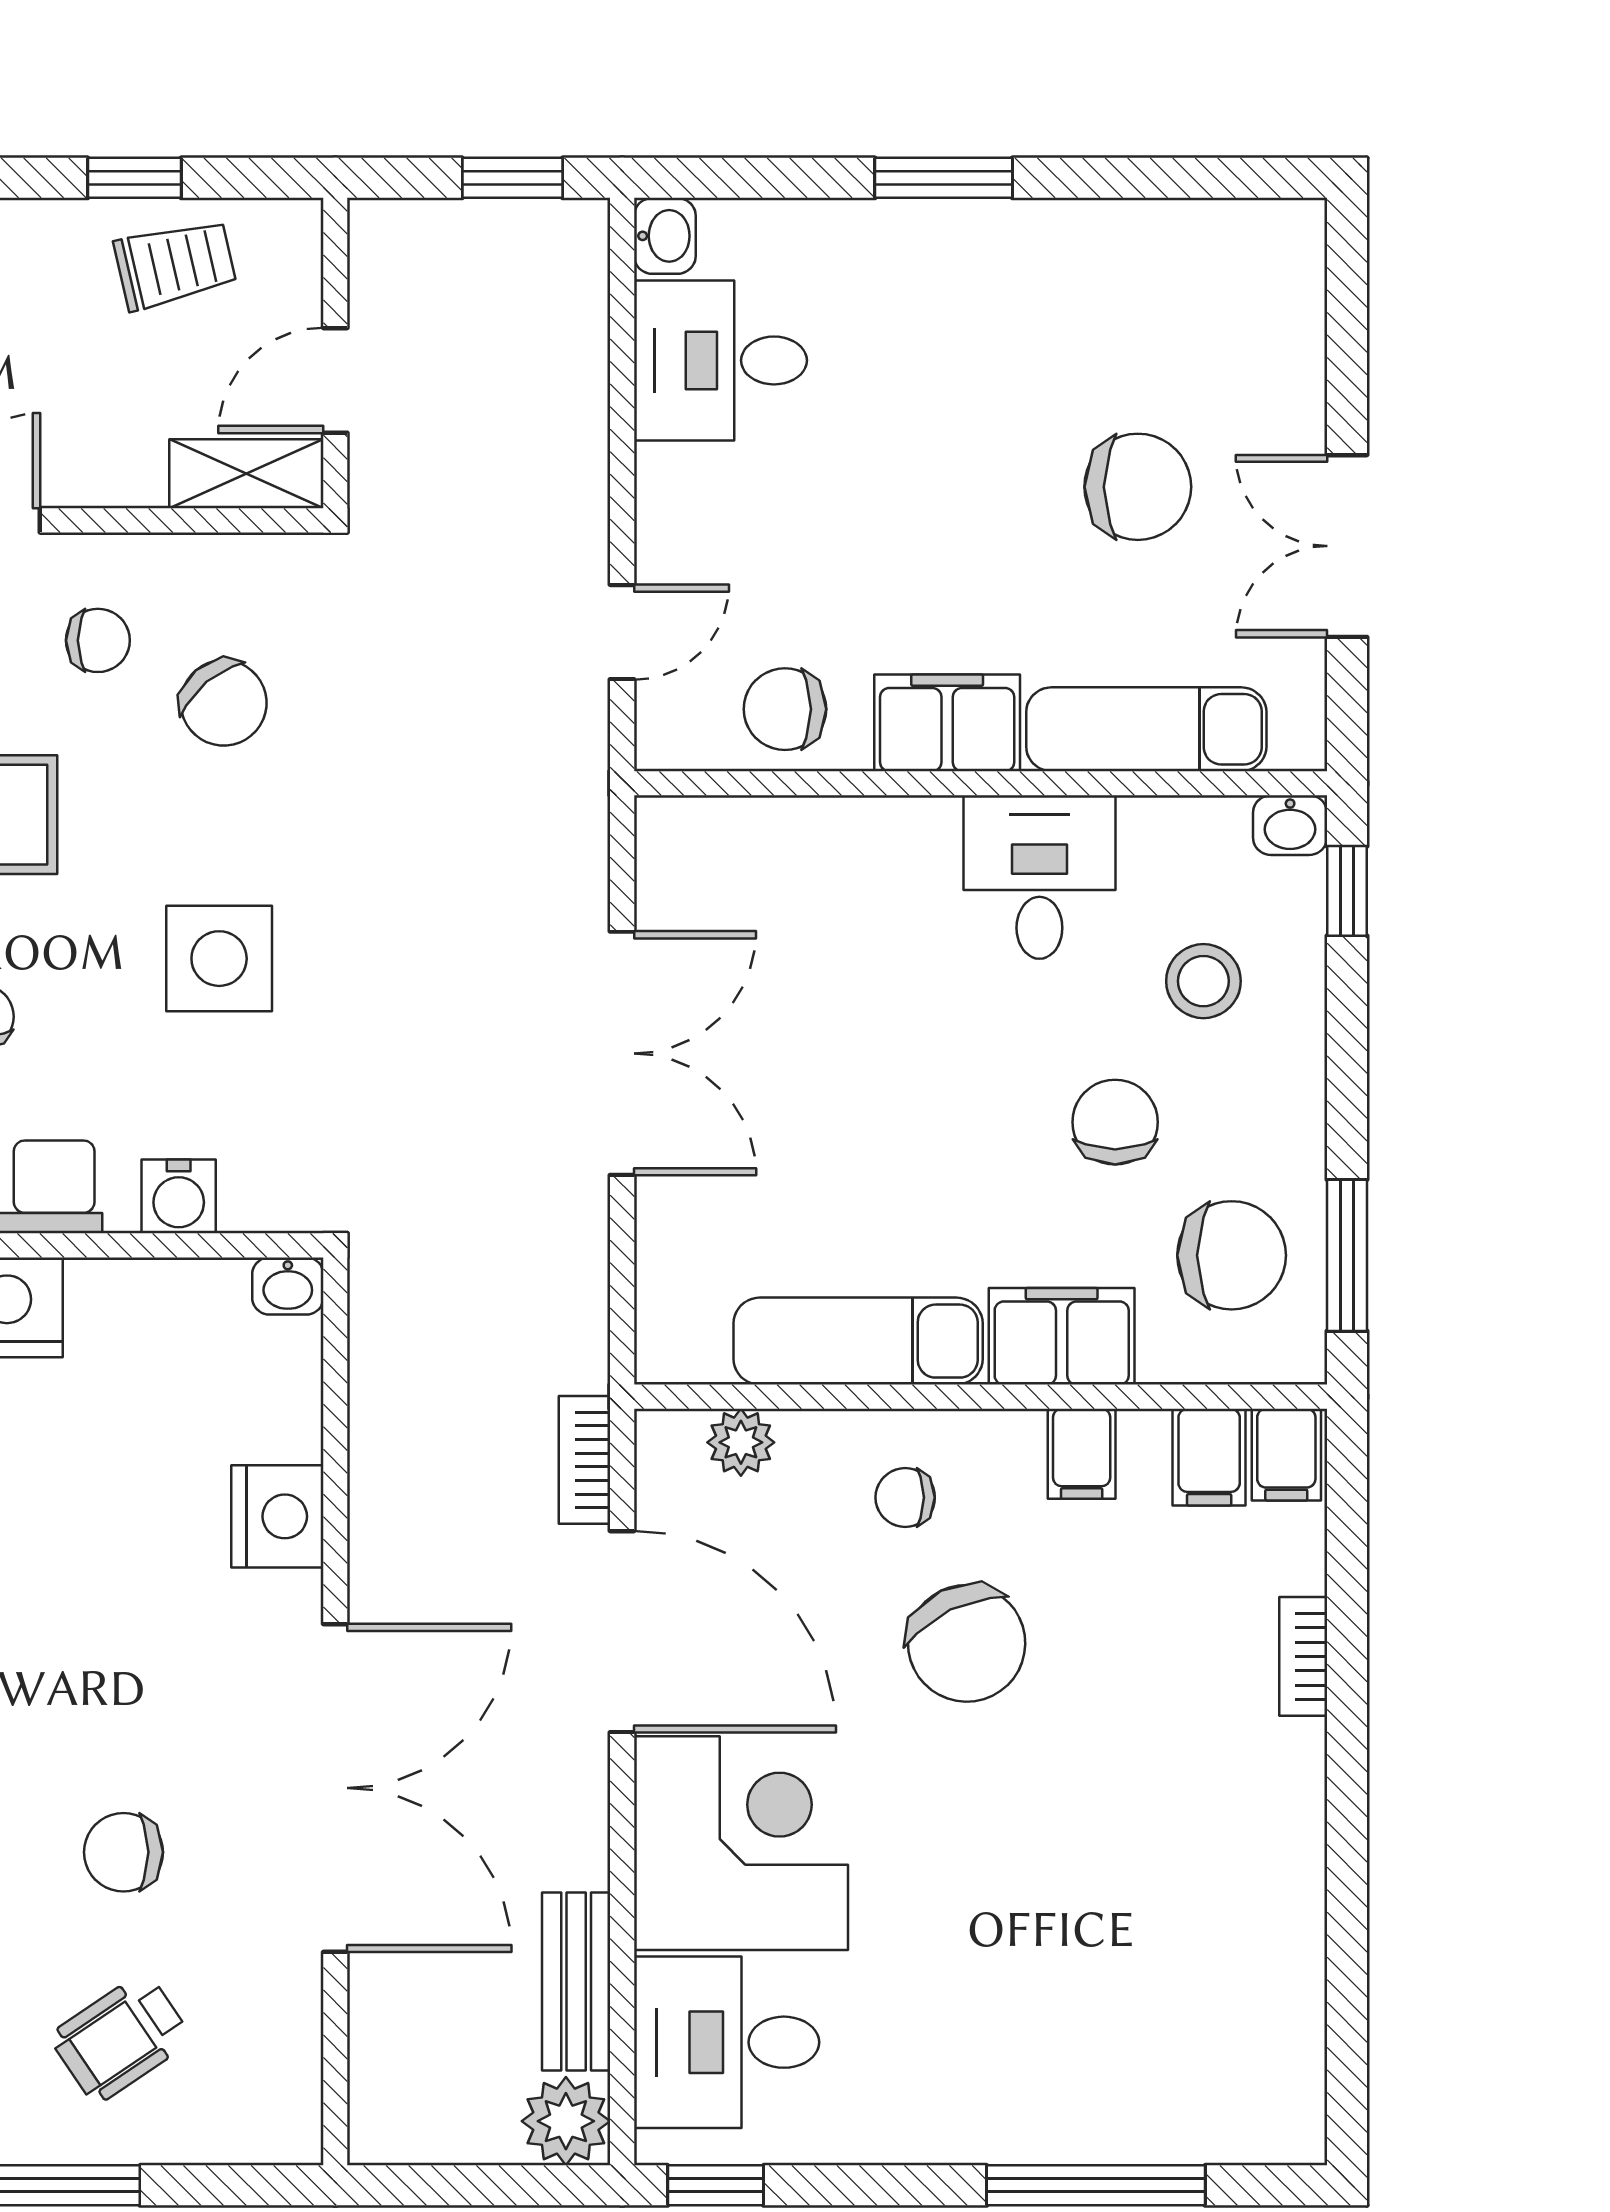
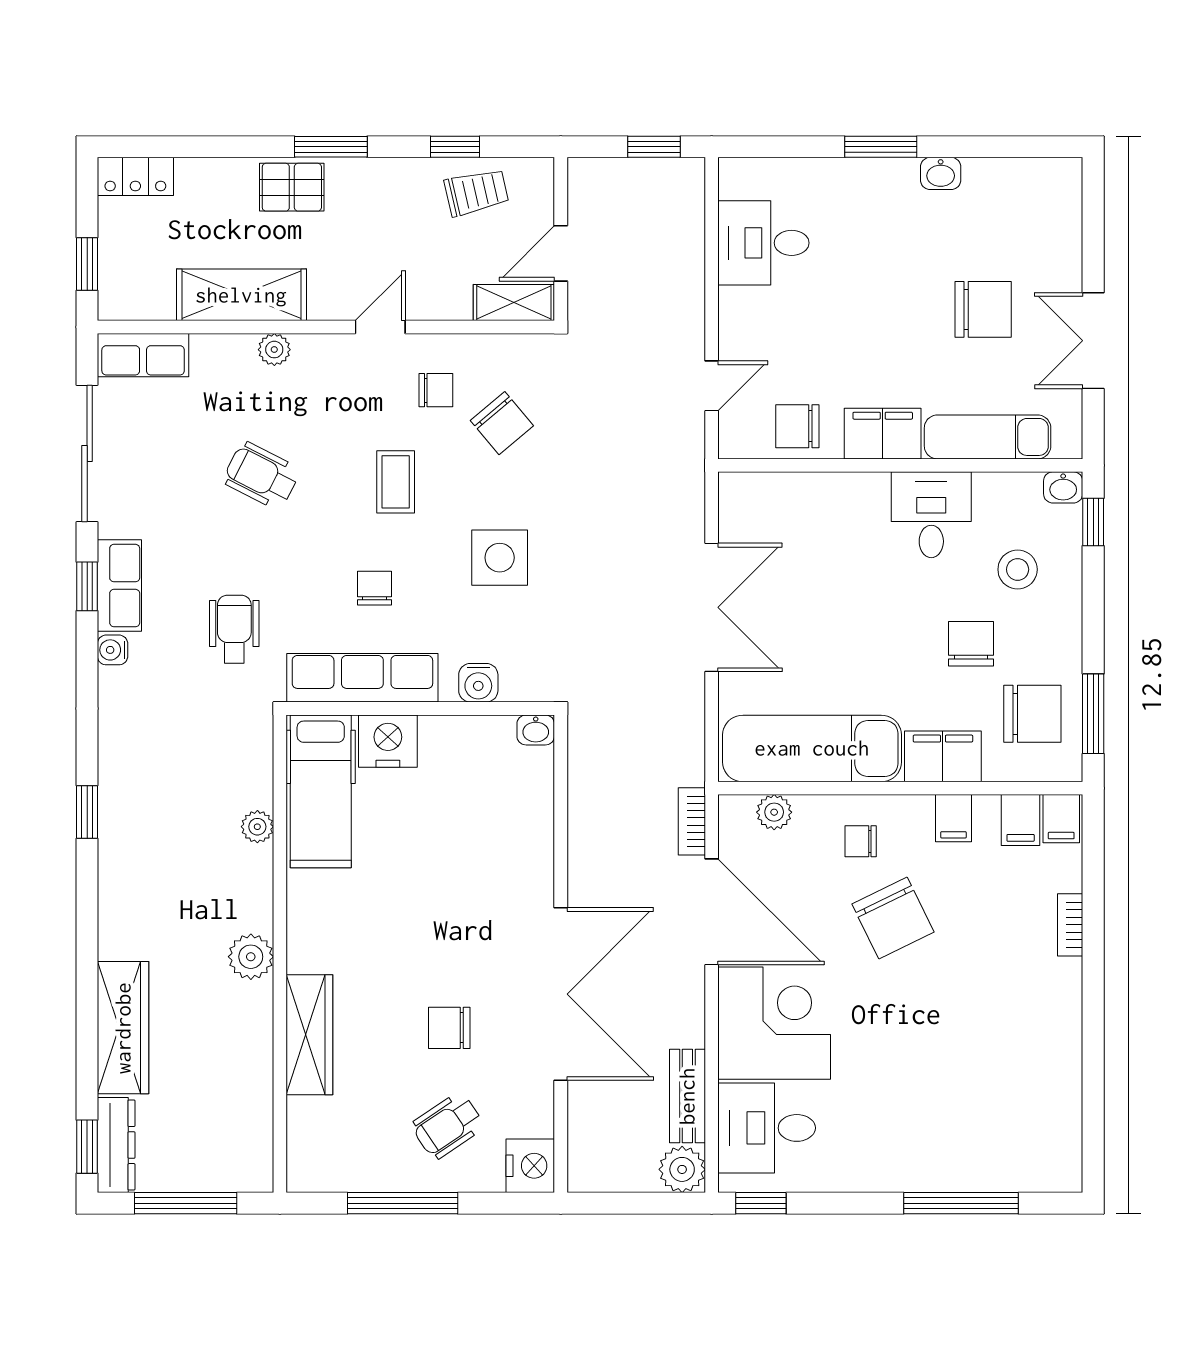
washbasin: (665, 236) -> (941, 173), moved, turned 90
exam couch: (858, 1341) -> (812, 748), width x1.36, depth x1.45
nightstand: (277, 1516) -> (530, 1166), moved

